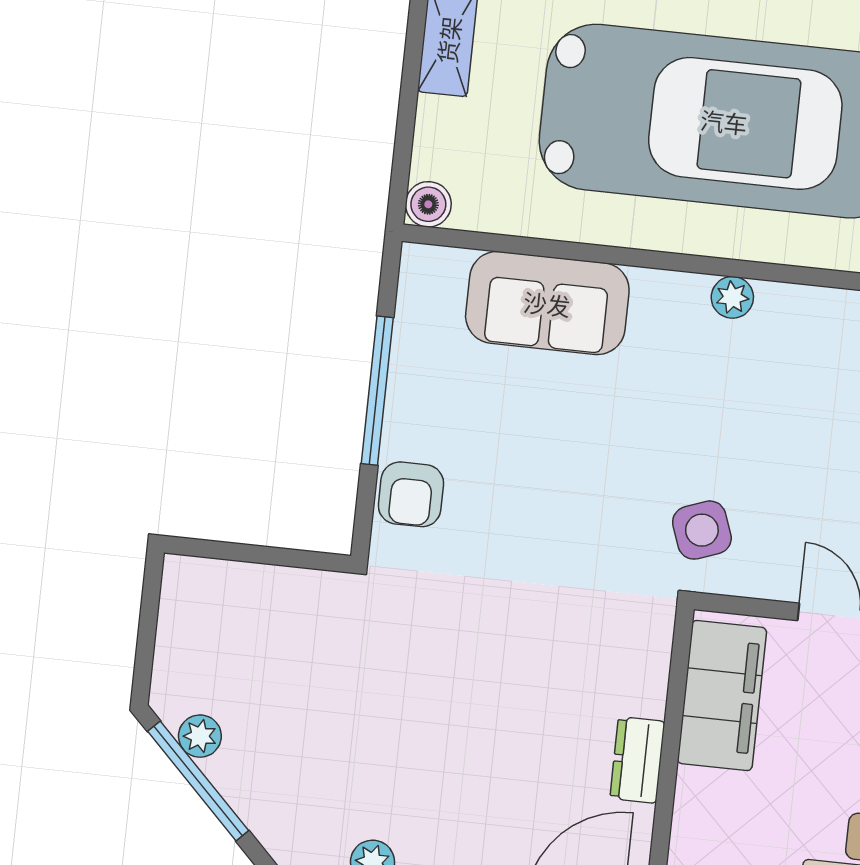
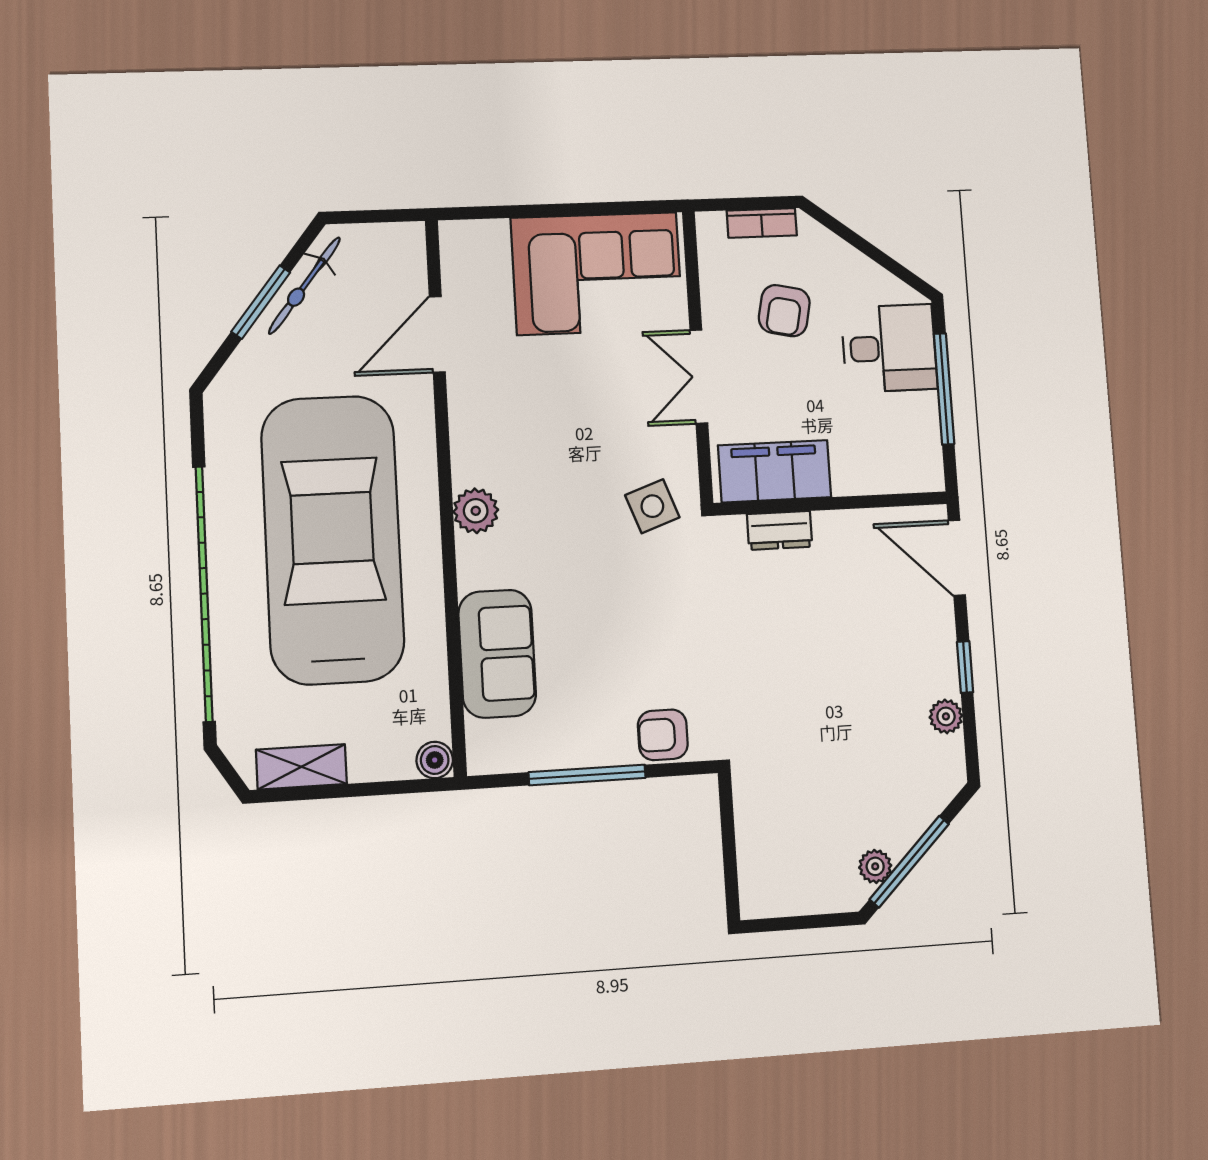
plant: (732, 297) -> (476, 511), width x1.38, depth x1.38
armchair: (411, 494) -> (663, 735), turned 180
dresser: (637, 760) -> (780, 530), moved

